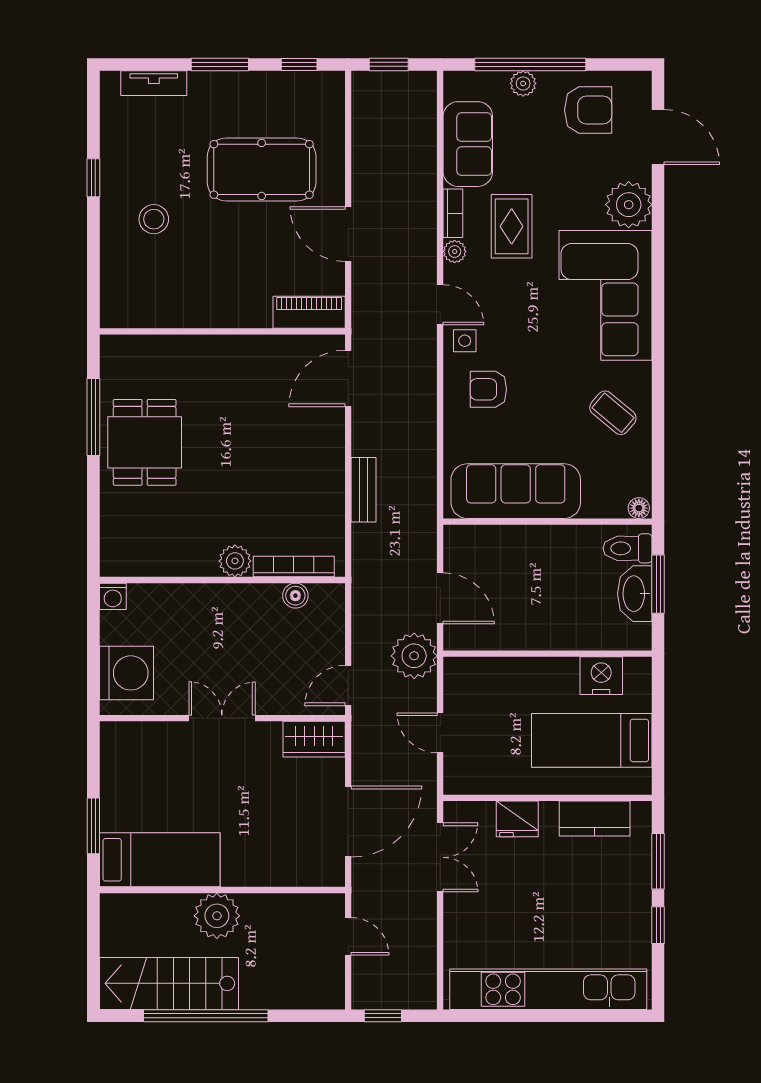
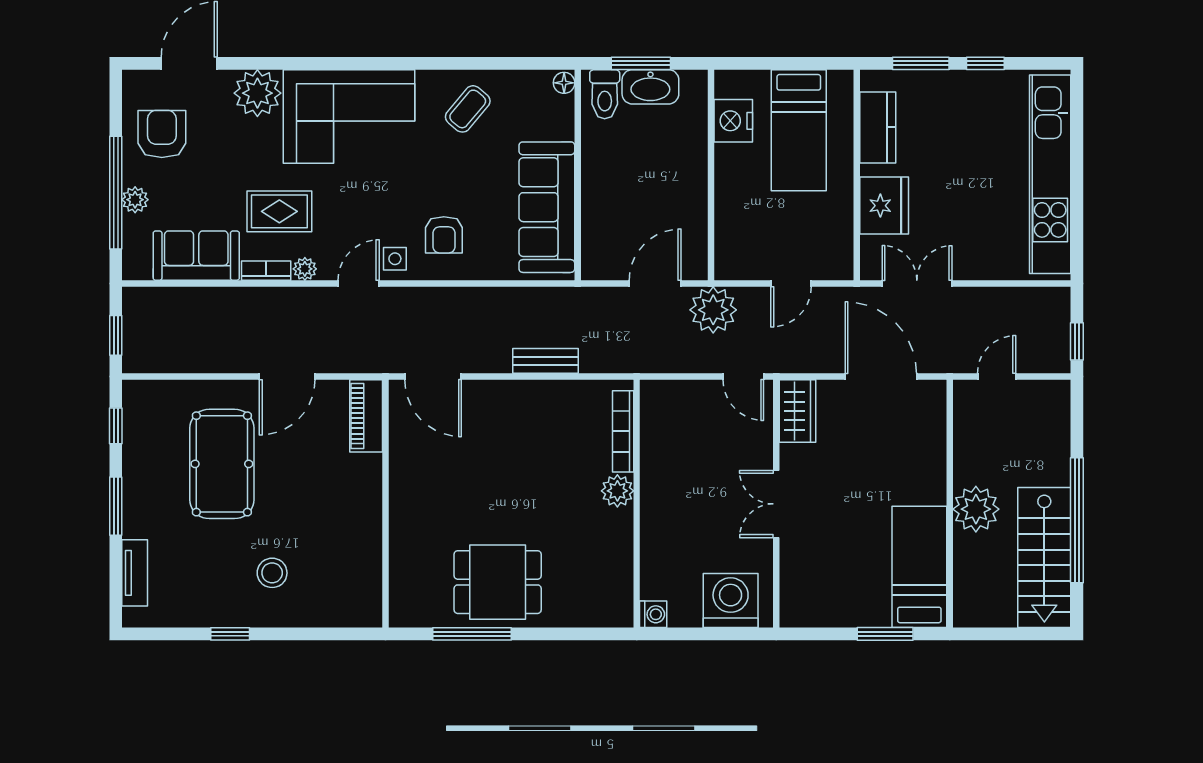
boiler: (295, 596) -> (652, 430), removed
fridge: (517, 819) -> (884, 206), width x1.36, depth x1.34

